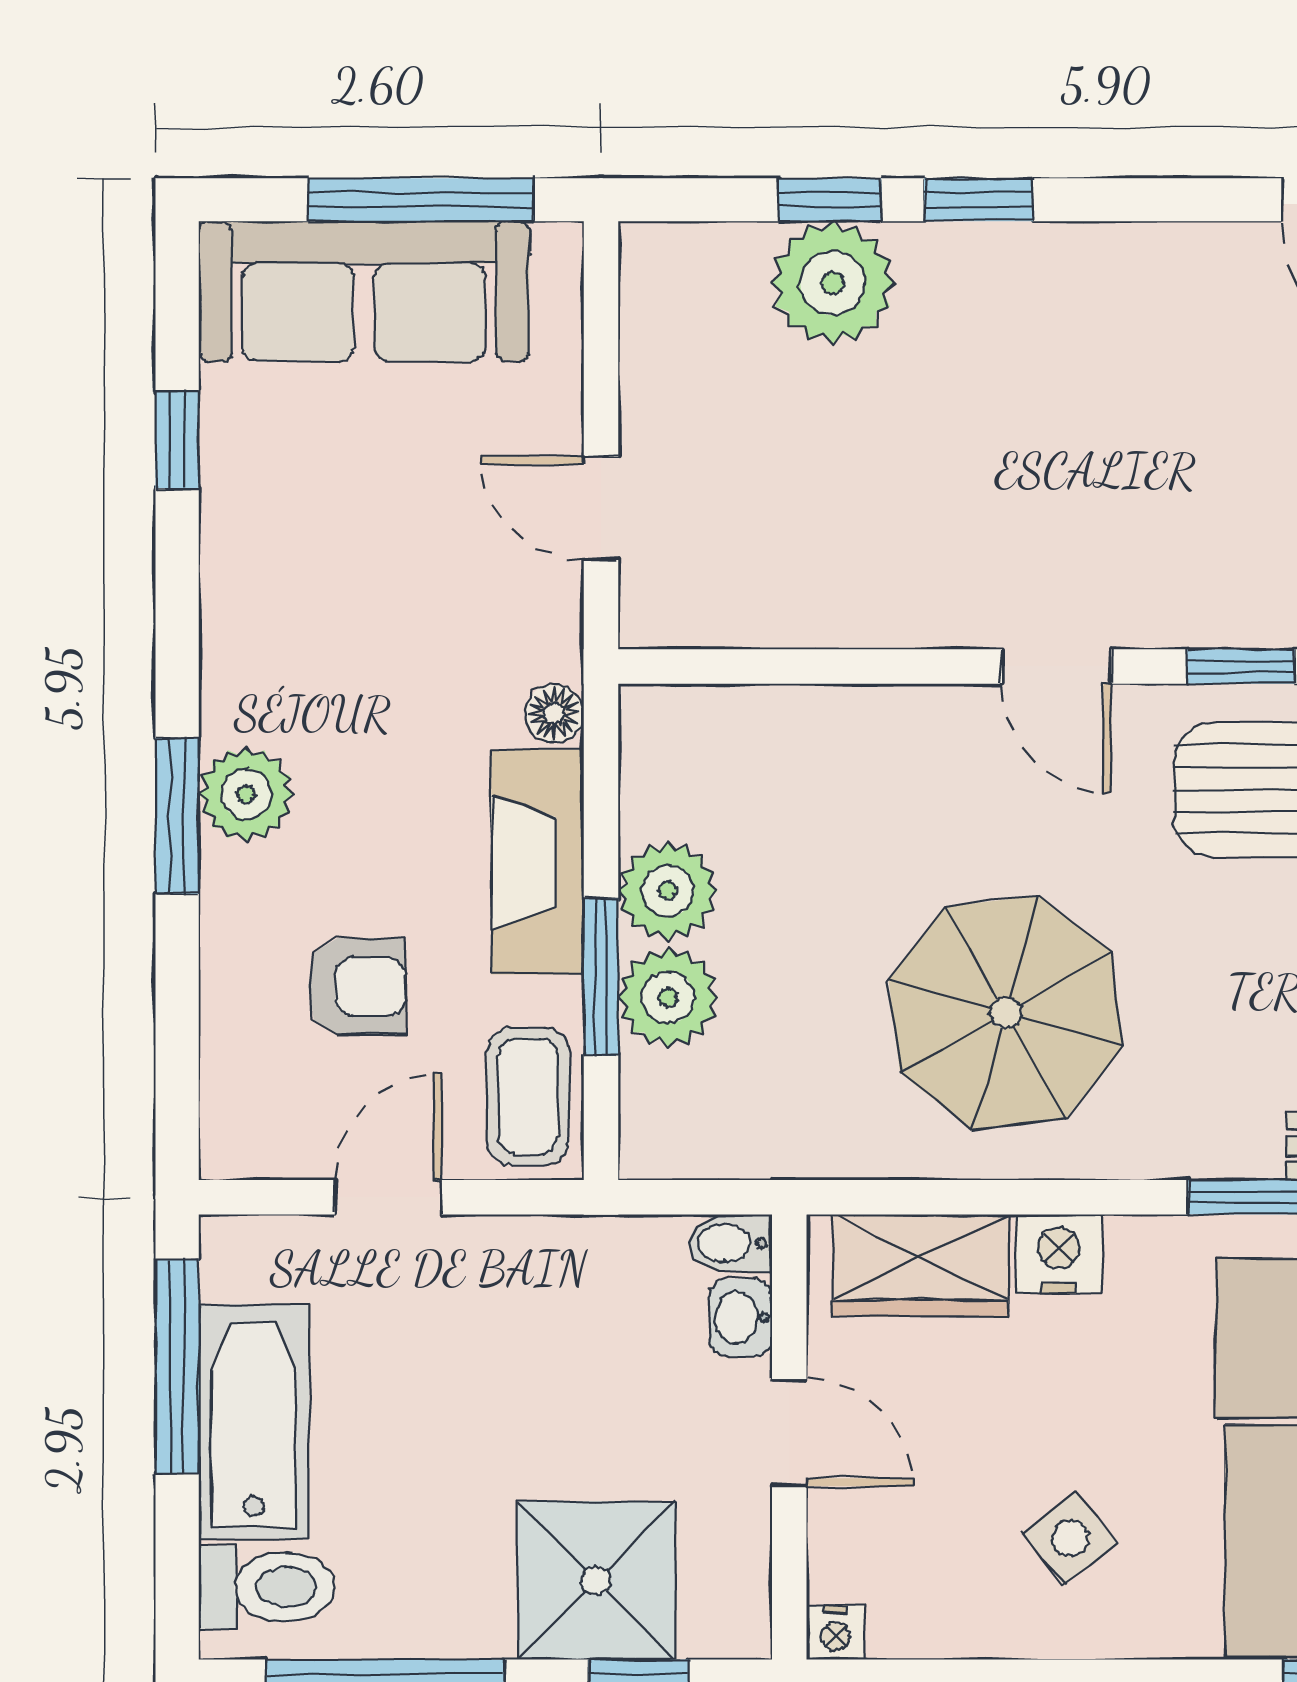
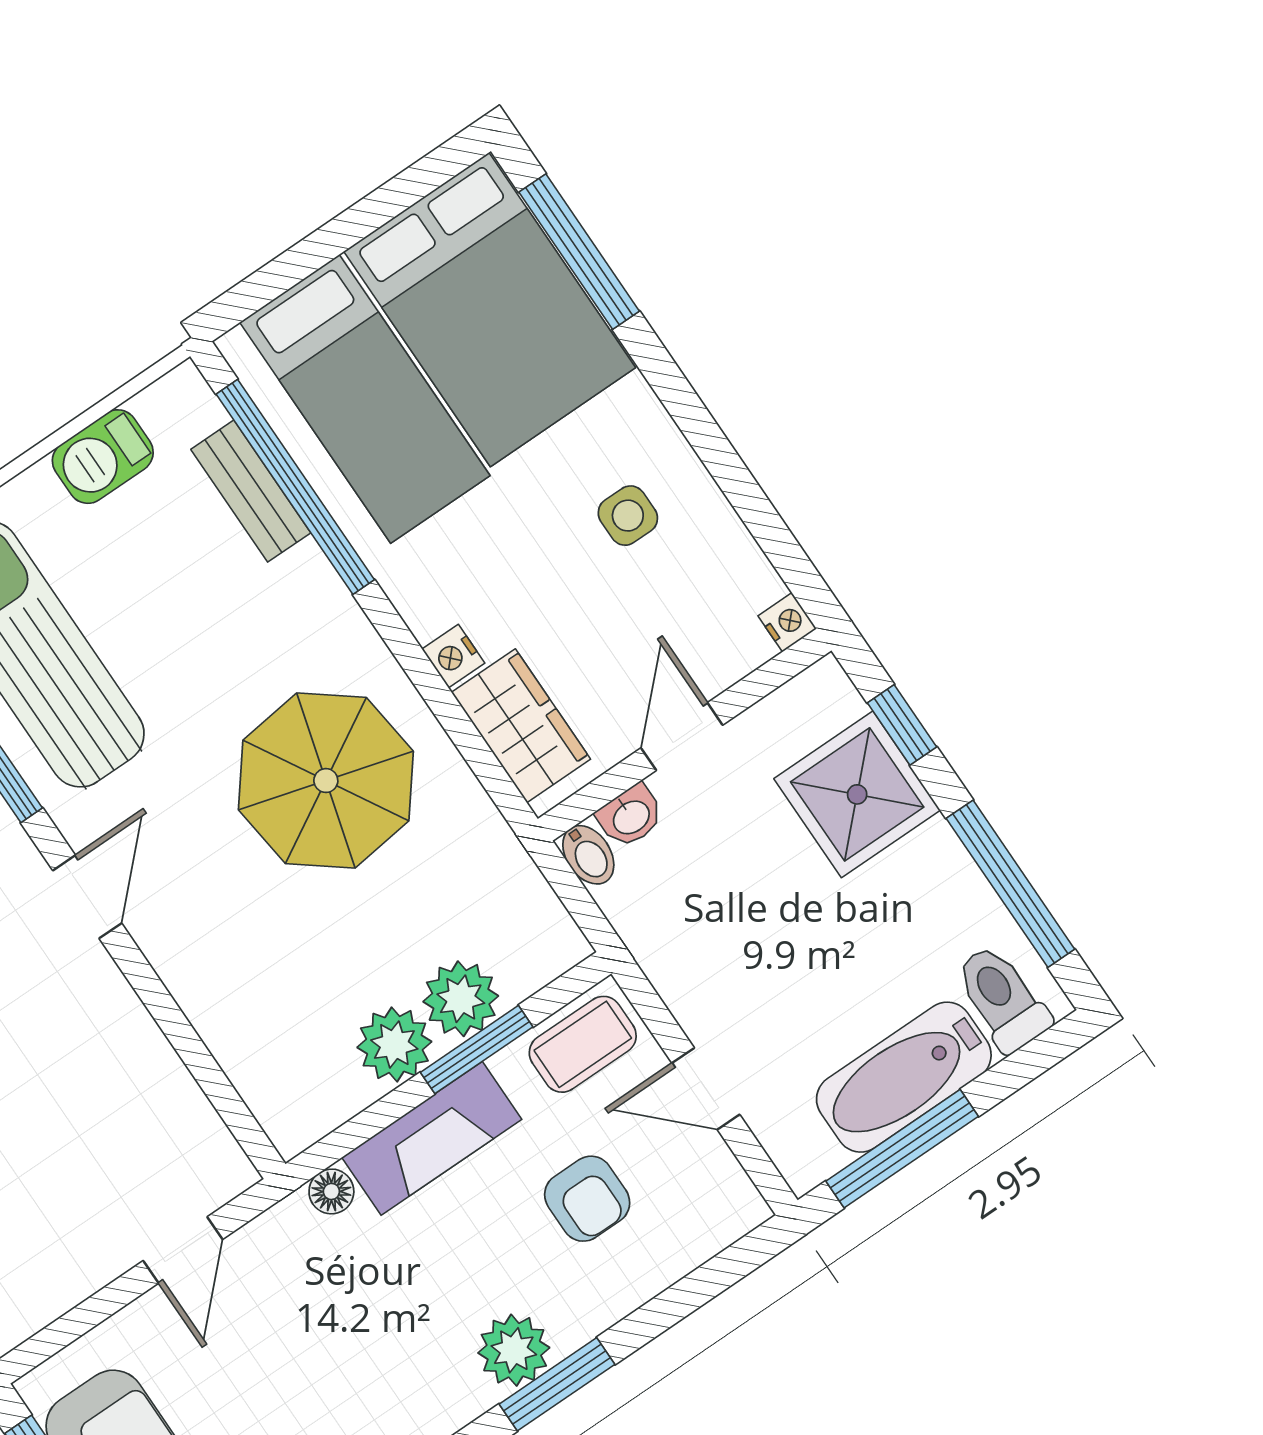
armchair: (357, 986) -> (587, 1199), turned 180
nightstand: (1059, 1254) -> (453, 656), width x0.72, depth x0.74
side table: (1070, 1538) -> (628, 516), turned 38

